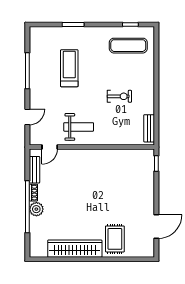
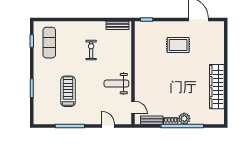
treadmill: (69, 68) -> (68, 91), turned 90
weight bench: (79, 127) -> (116, 84), turned -90
rug: (115, 239) -> (178, 45), moved

